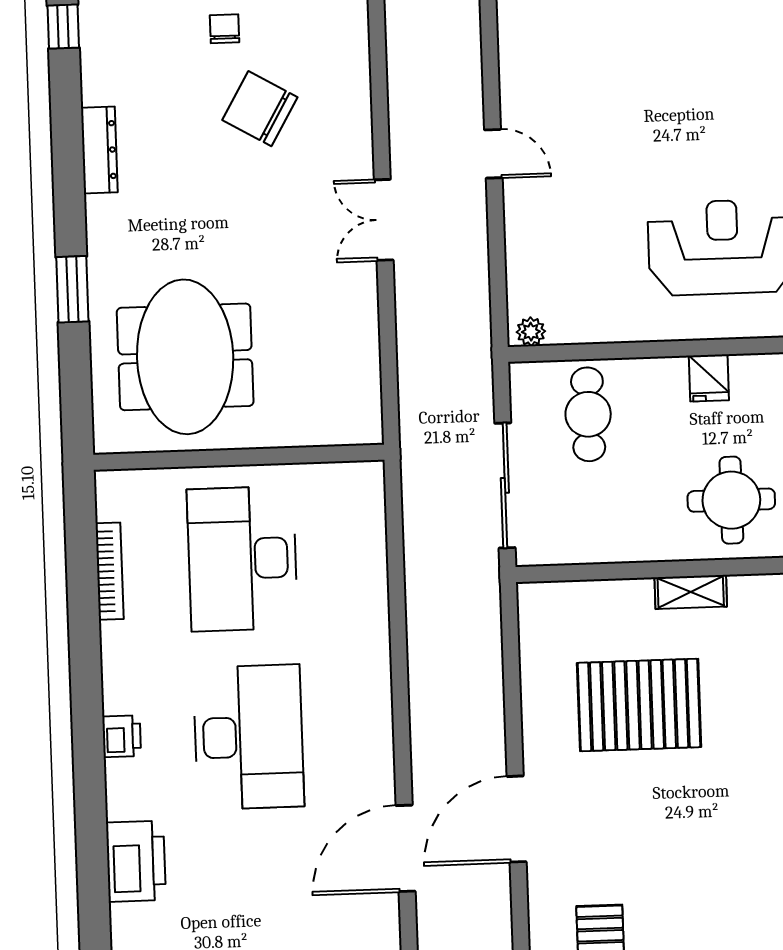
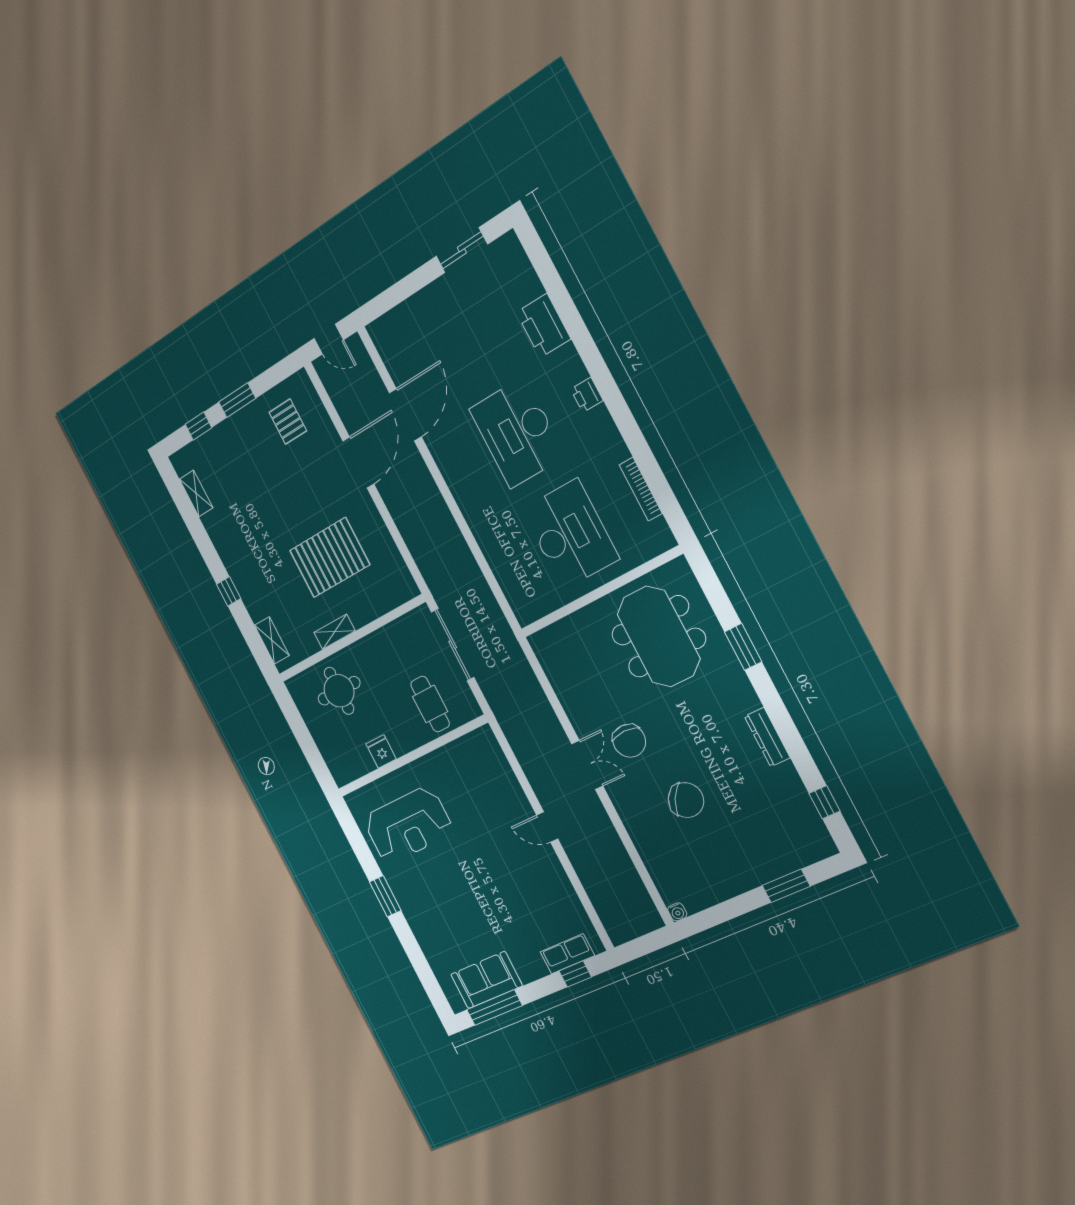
chair: (225, 29) -> (629, 741), moved, width x1.87, depth x1.87
plant: (531, 332) -> (480, 736), removed

